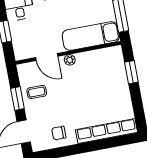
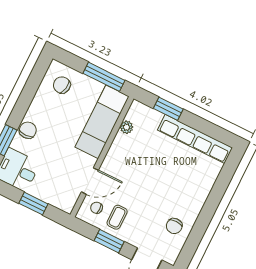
plant: (70, 60) -> (127, 127), moved
chair: (33, 74) -> (96, 208), added
row of seats: (107, 131) -> (195, 139), moved, turned -90

